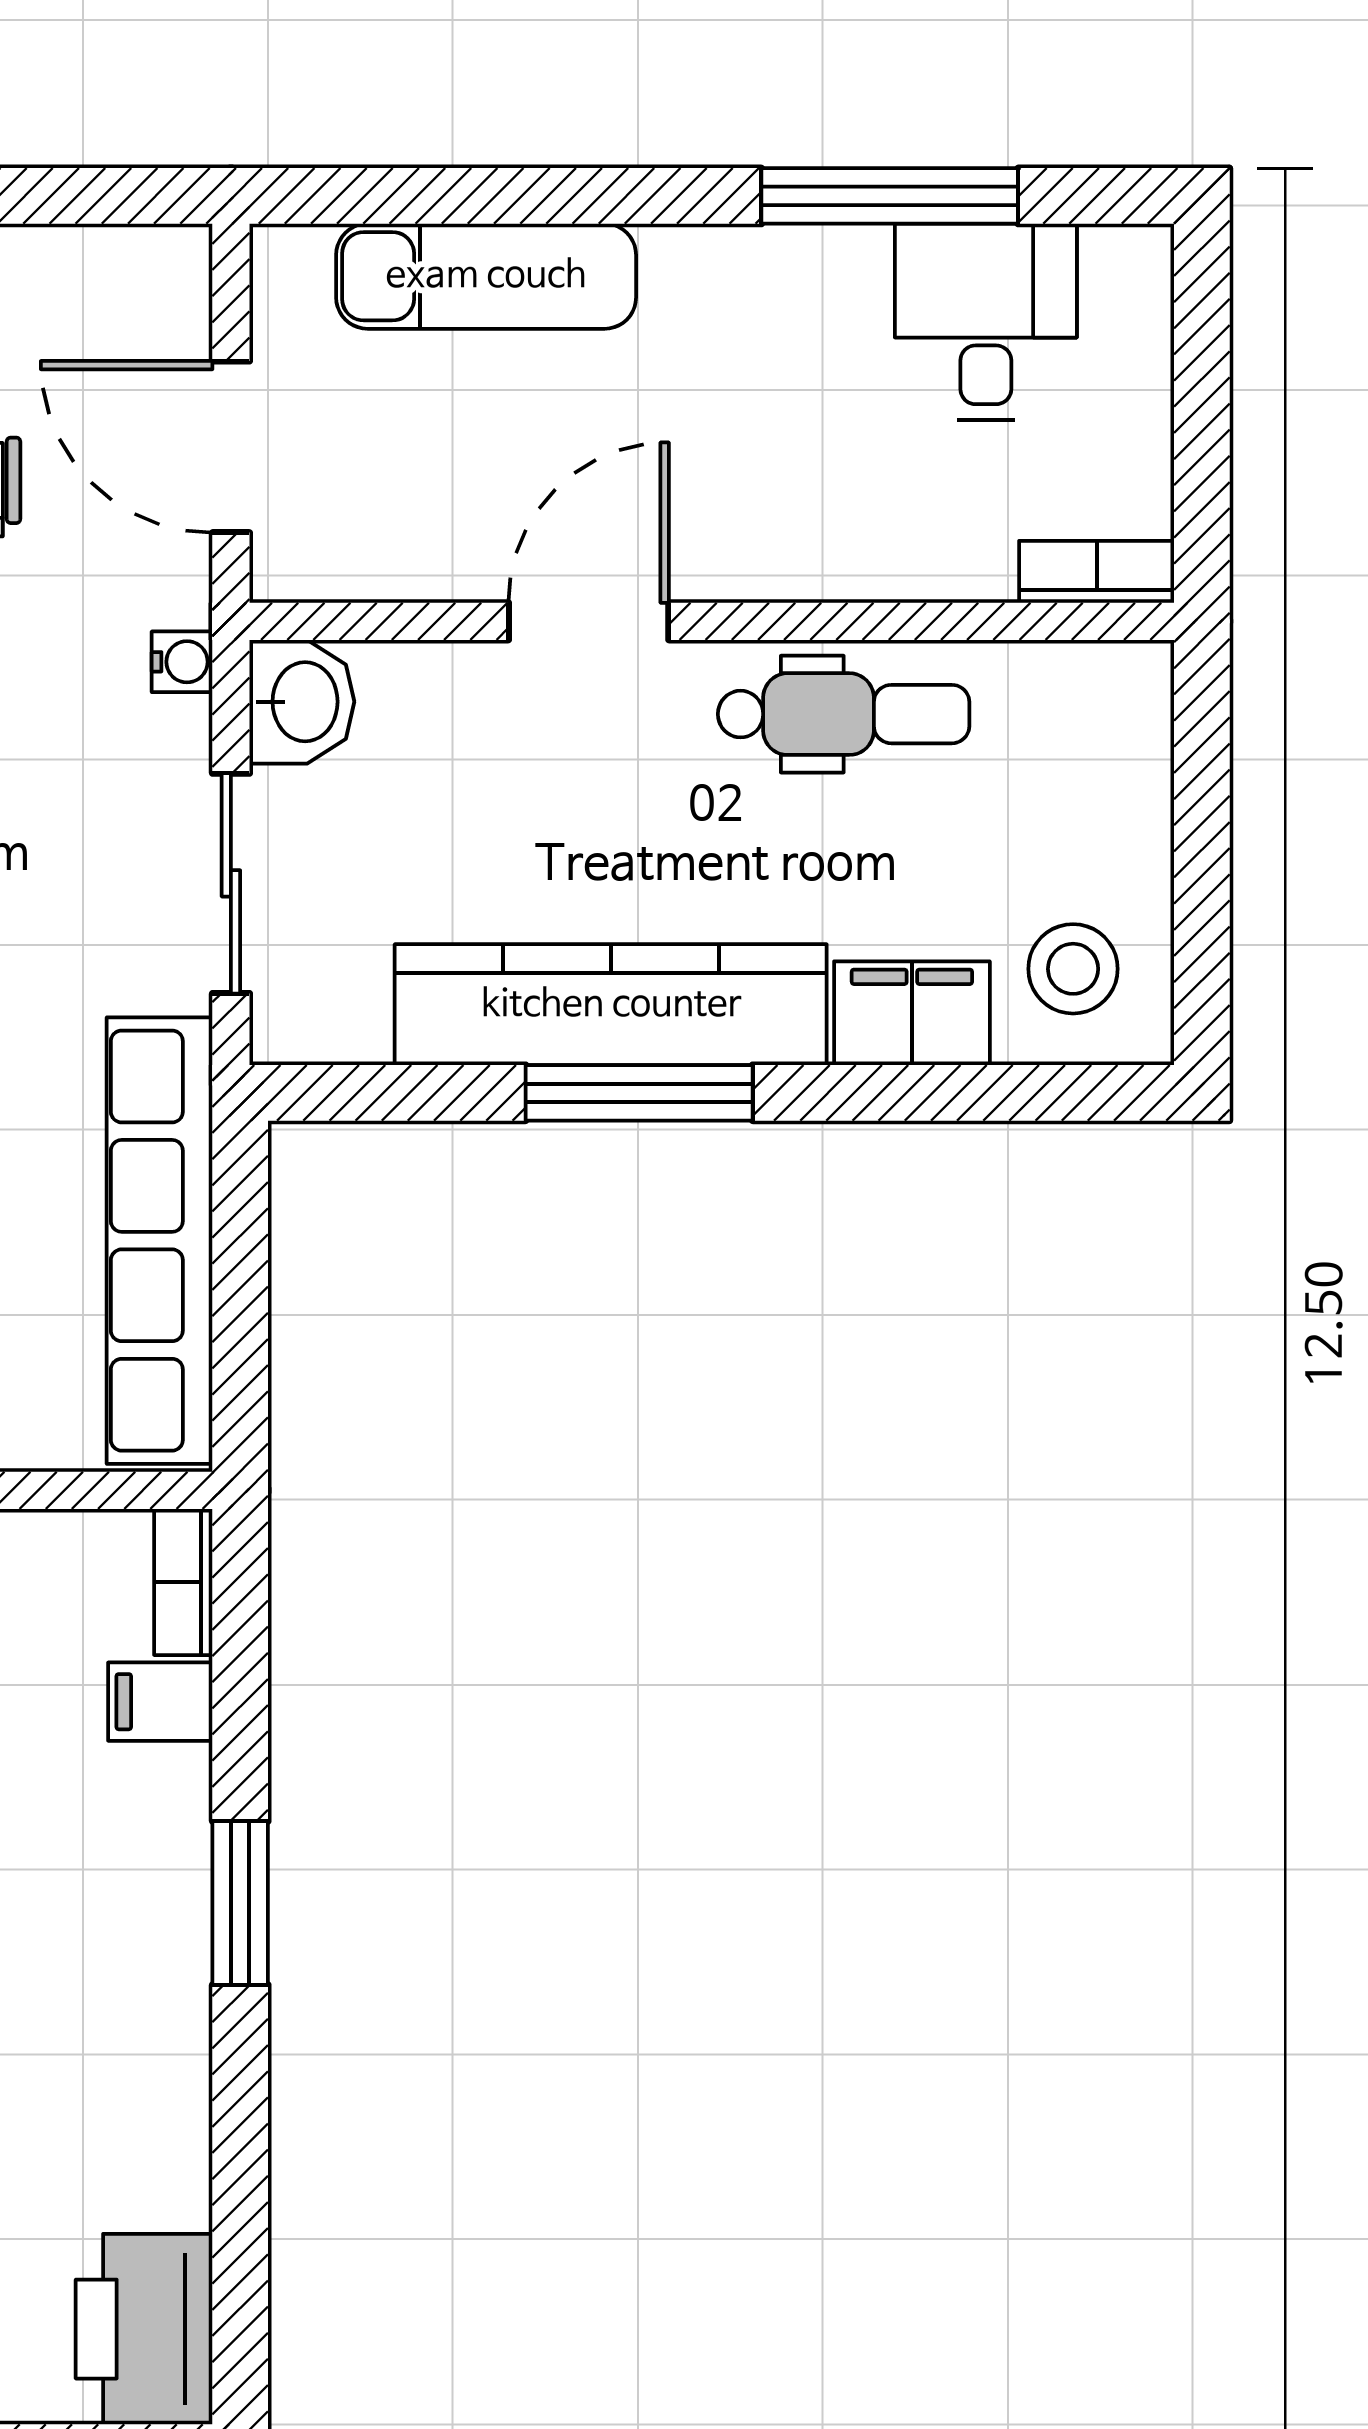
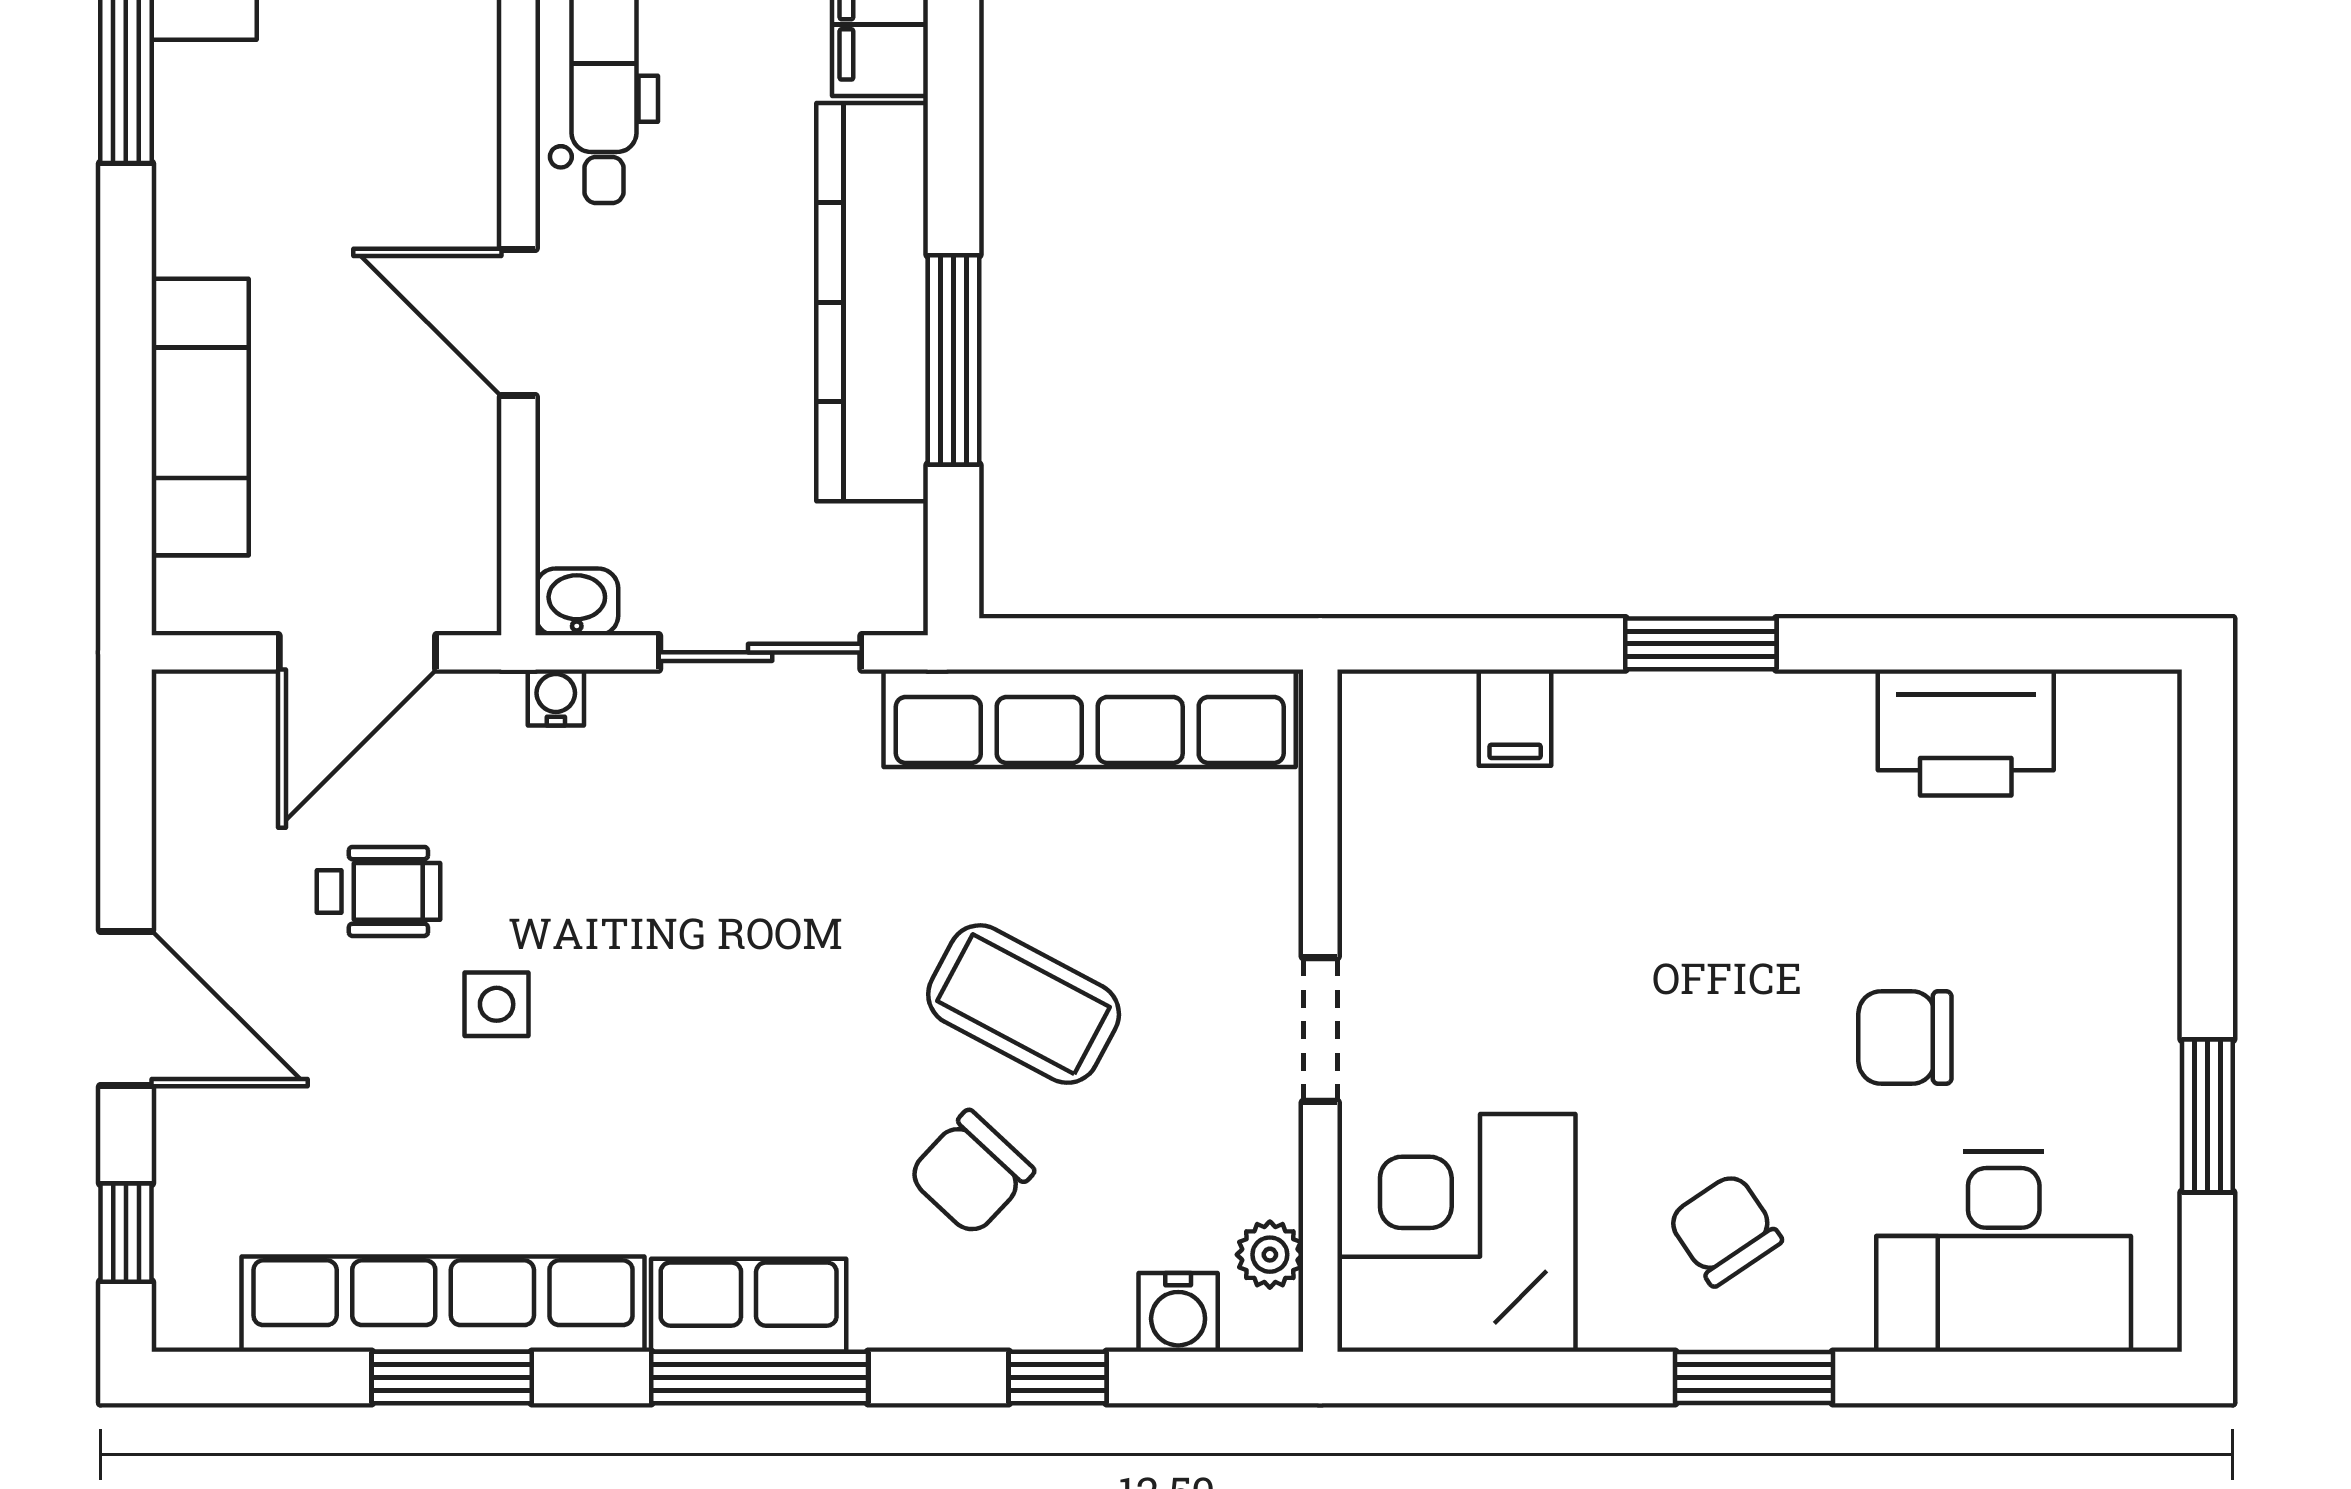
washbasin: (302, 702) -> (577, 602), width x0.72, depth x0.69
window: (639, 1093) -> (953, 360), moved
bookcase: (183, 1582) -> (1405, 696), removed
printer: (144, 2329) -> (1966, 733), moved

